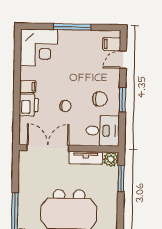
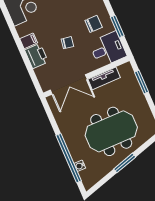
window: (122, 100) -> (117, 26), moved
double door: (48, 148) -> (69, 84), swing flipped
plant: (111, 159) -> (126, 70), removed

